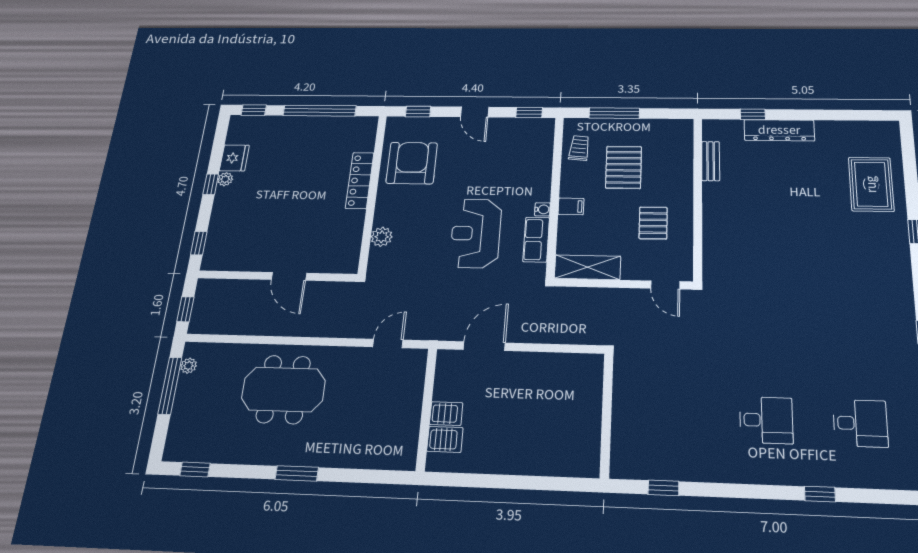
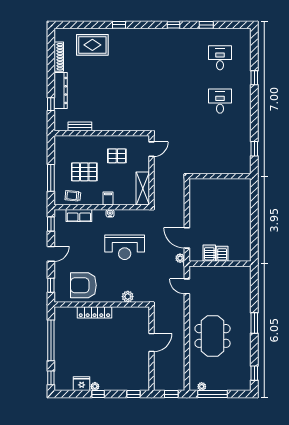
shoe rack: (844, 128) -> (59, 57), added
row of seats: (536, 240) -> (79, 216), moved
plant: (445, 332) -> (180, 258), added
server rack: (445, 439) -> (209, 253), moved

